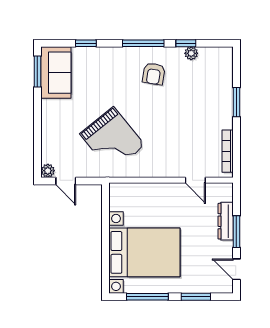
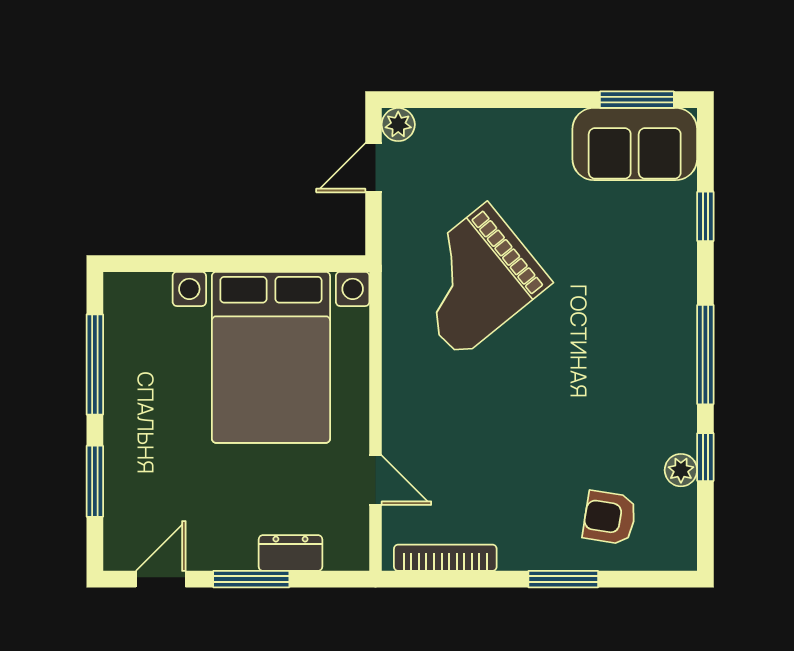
armchair: (154, 74) -> (610, 518), moved
door: (195, 180) -> (376, 480), swing flipped
dresser: (226, 221) -> (290, 553), width x0.70
bed with nightstands: (144, 252) -> (271, 357), moved

